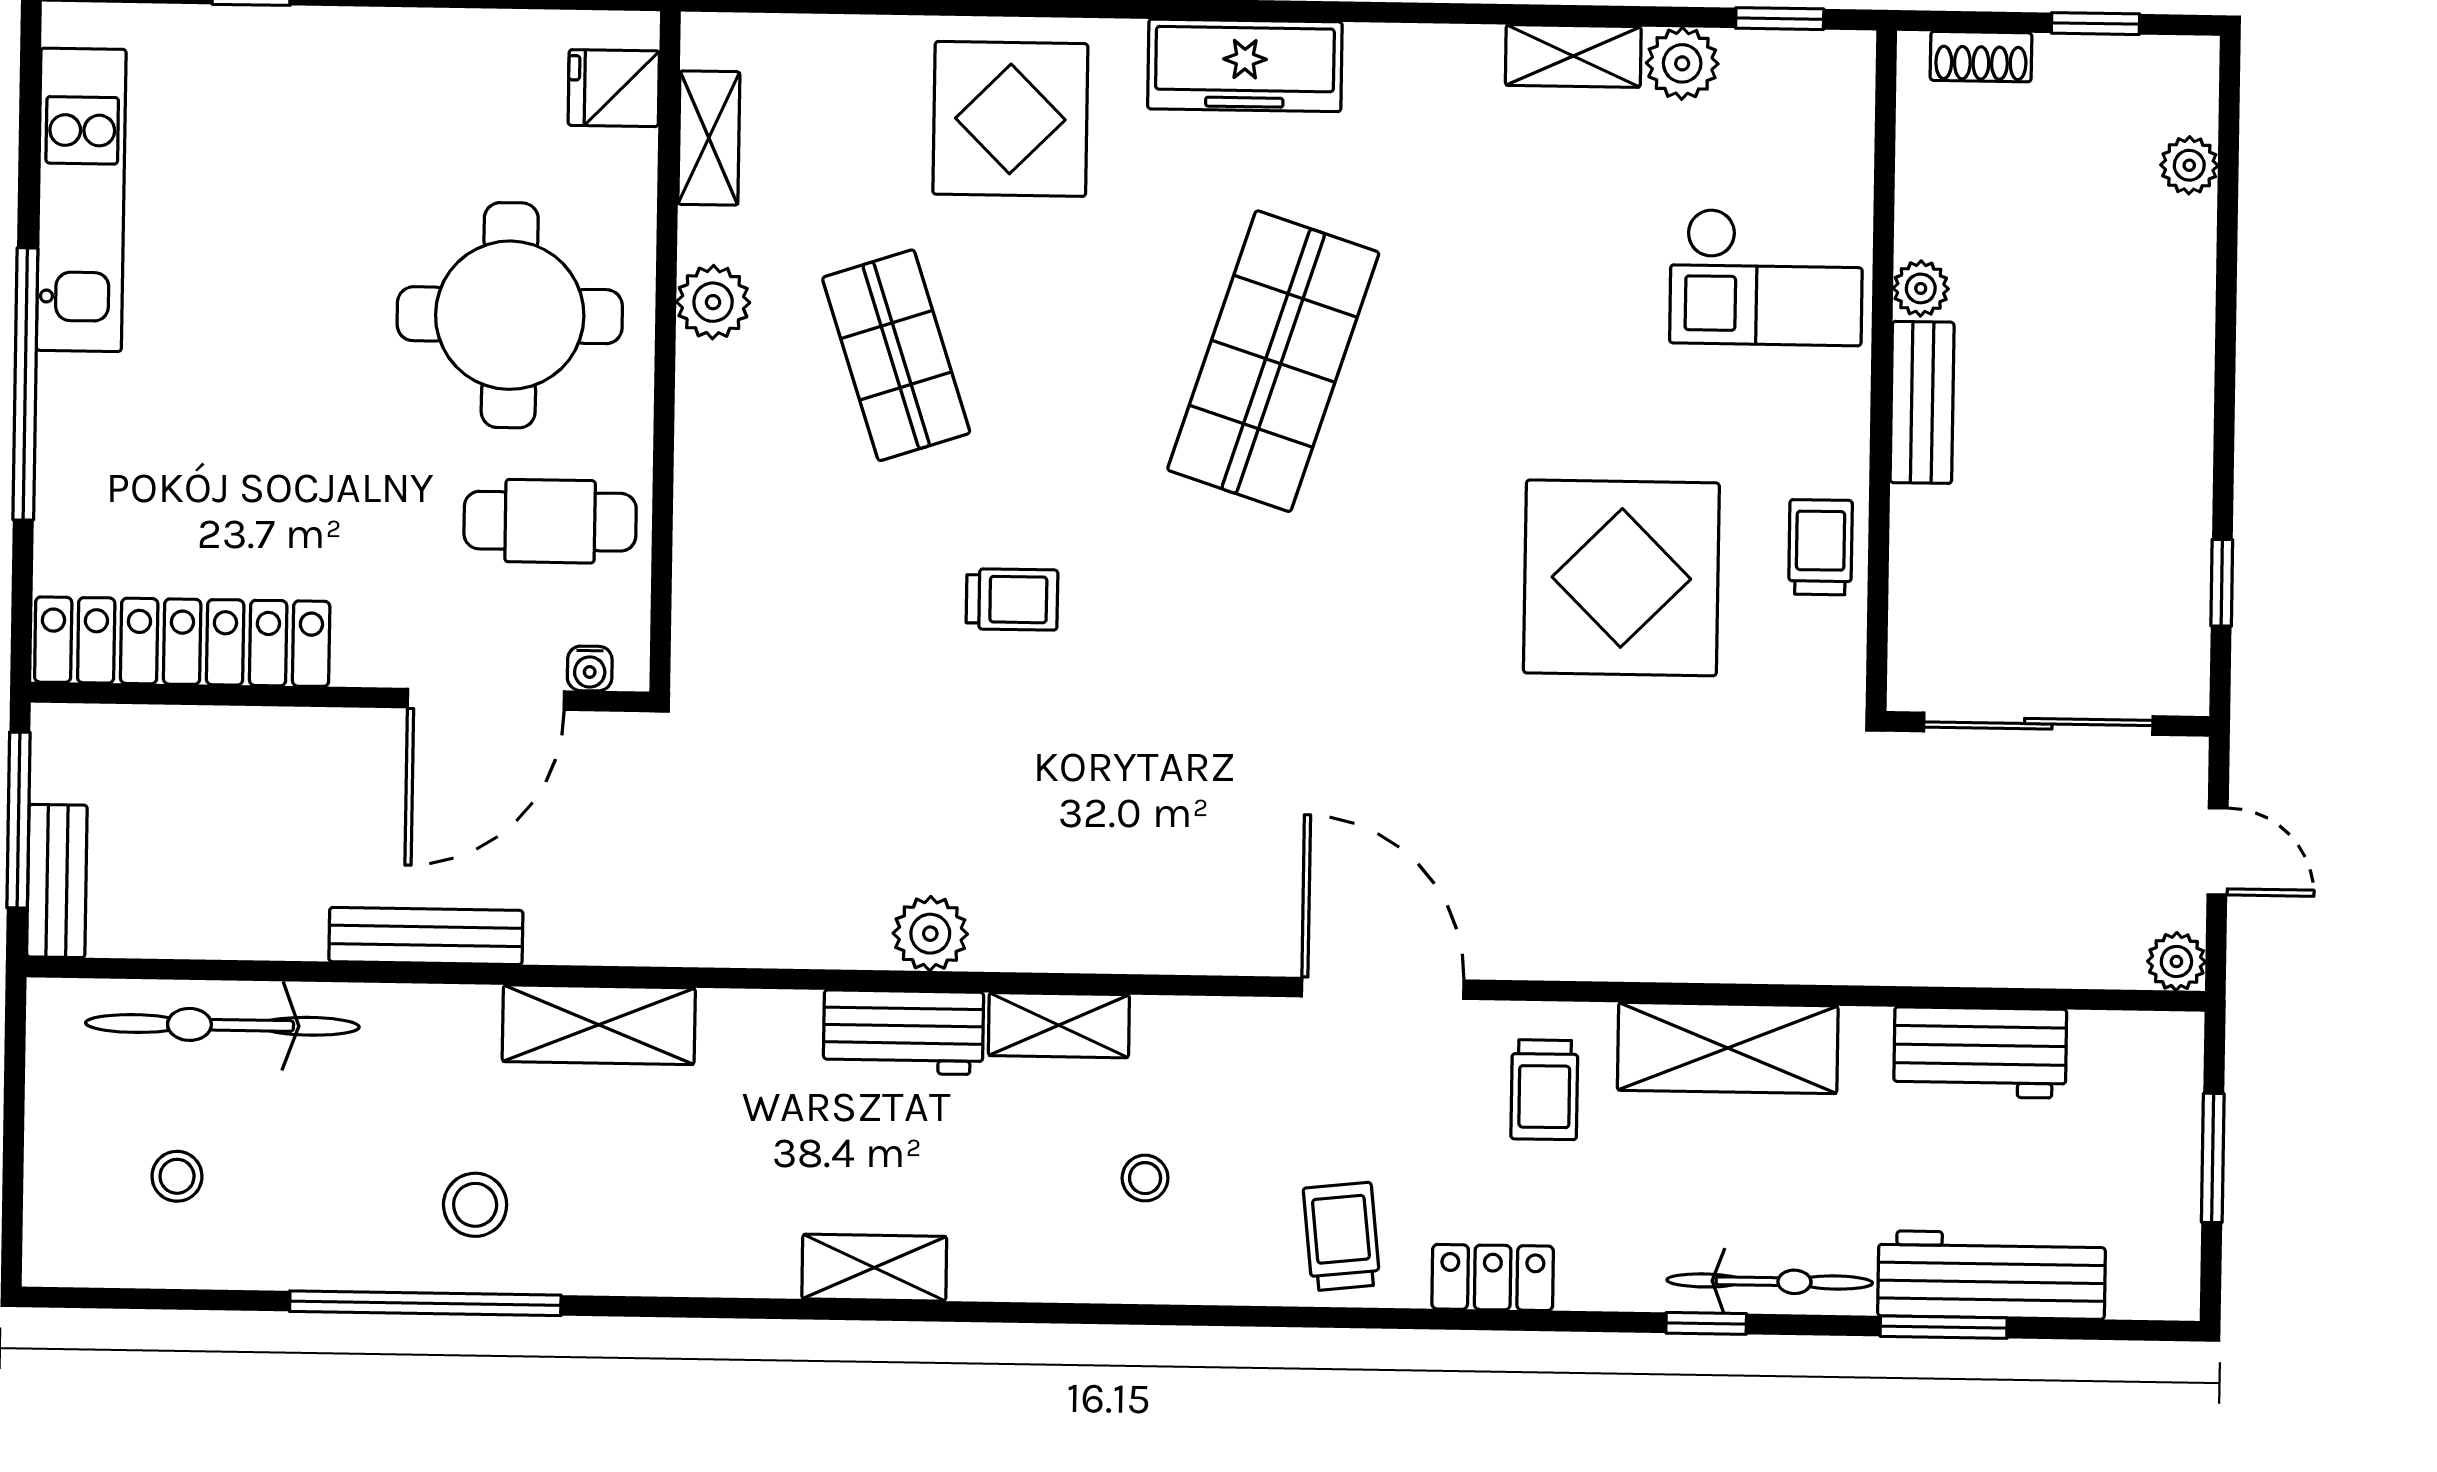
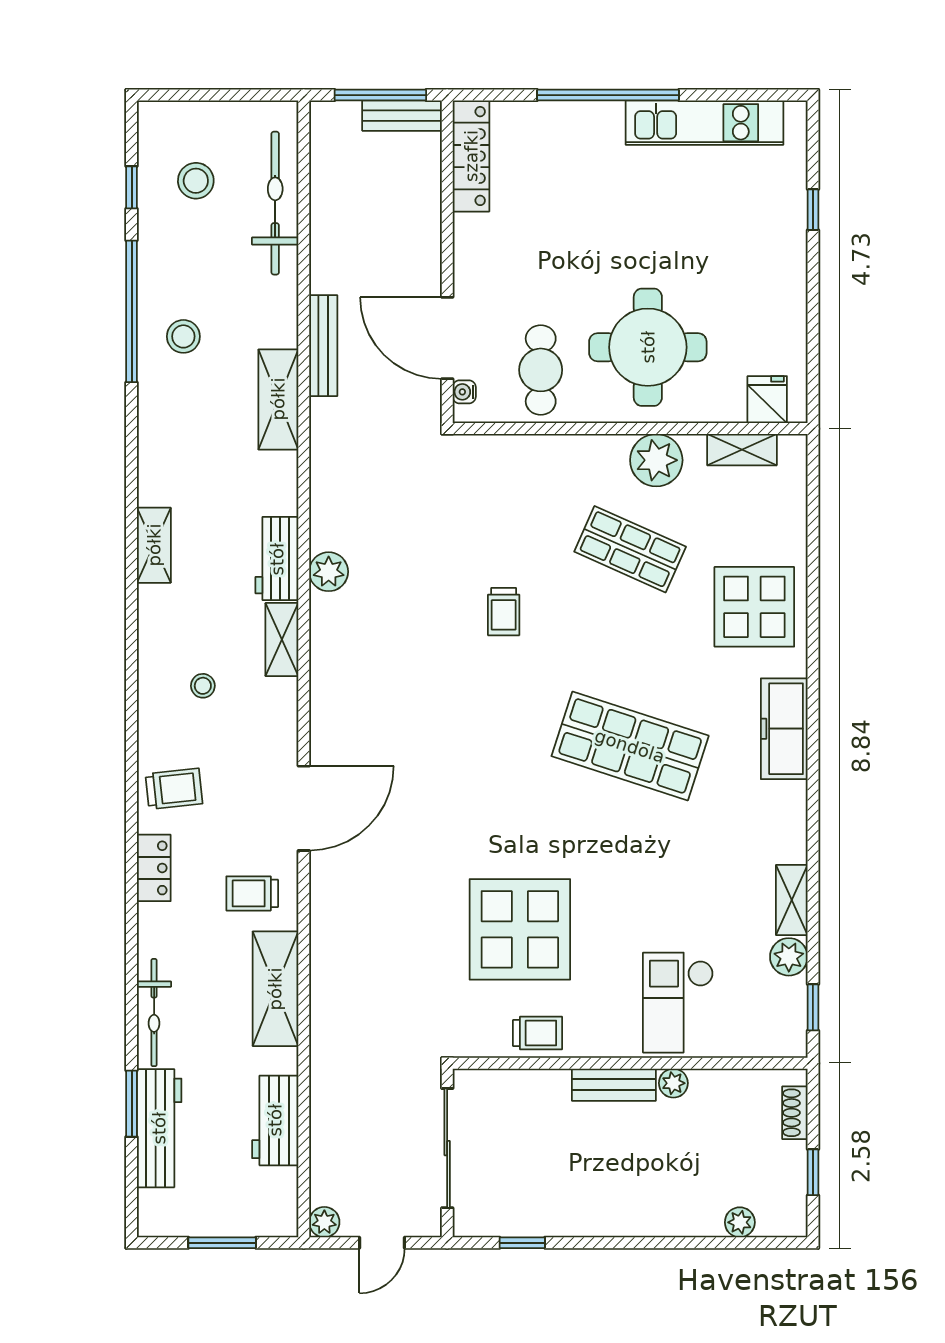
plant: (713, 302) -> (656, 460), width x1.36, depth x1.36
shop shelf: (896, 355) -> (630, 549), turned 42
locker: (182, 642) -> (471, 156), width x0.71, depth x0.83
bench: (57, 881) -> (402, 116), moved
bench: (426, 936) -> (323, 346), moved
stool: (177, 1176) -> (196, 181), width x1.37, depth x1.37
window: (1706, 1323) -> (132, 187), moved

